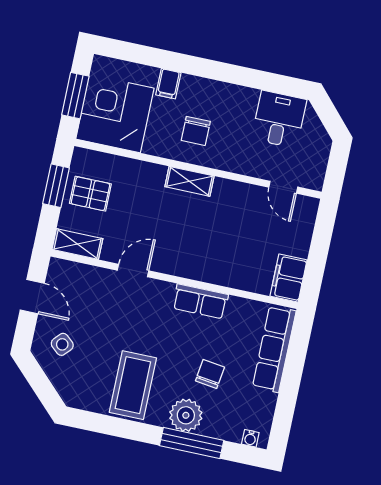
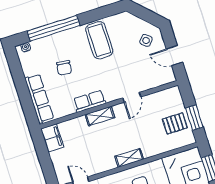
shelving: (77, 244) -> (100, 116), moved
plant: (186, 415) -> (64, 40), removed
window: (192, 443) -> (54, 28), width x1.46

